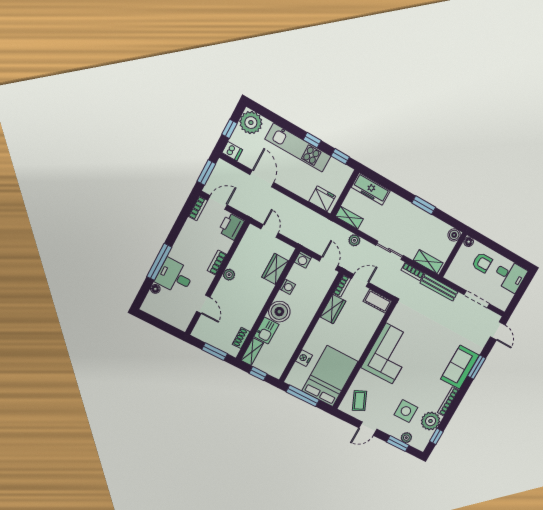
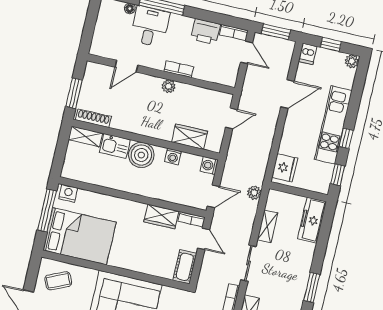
plant: (251, 123) -> (352, 61), width x0.53, depth x0.53
shelving: (349, 218) -> (267, 226), moved
printer: (231, 226) -> (206, 32), moved, turned 180
plant: (354, 240) -> (254, 193), moved
shoe rack: (241, 338) -> (93, 118), width x1.43
nightstand: (304, 358) -> (68, 193), moved
window: (258, 374) -> (61, 150), removed

